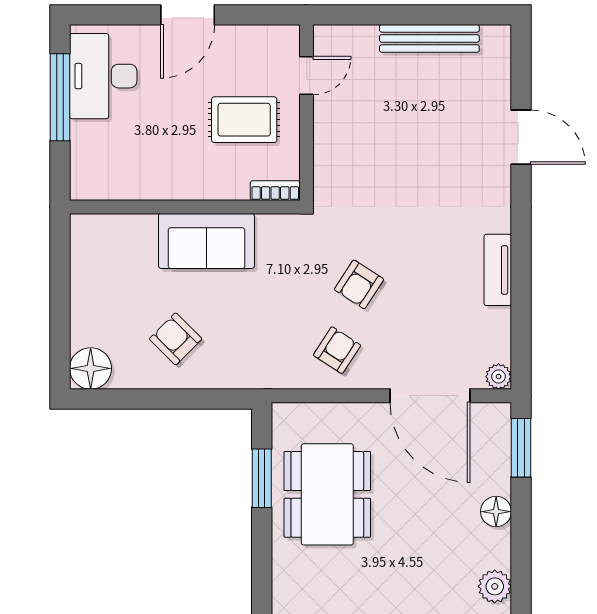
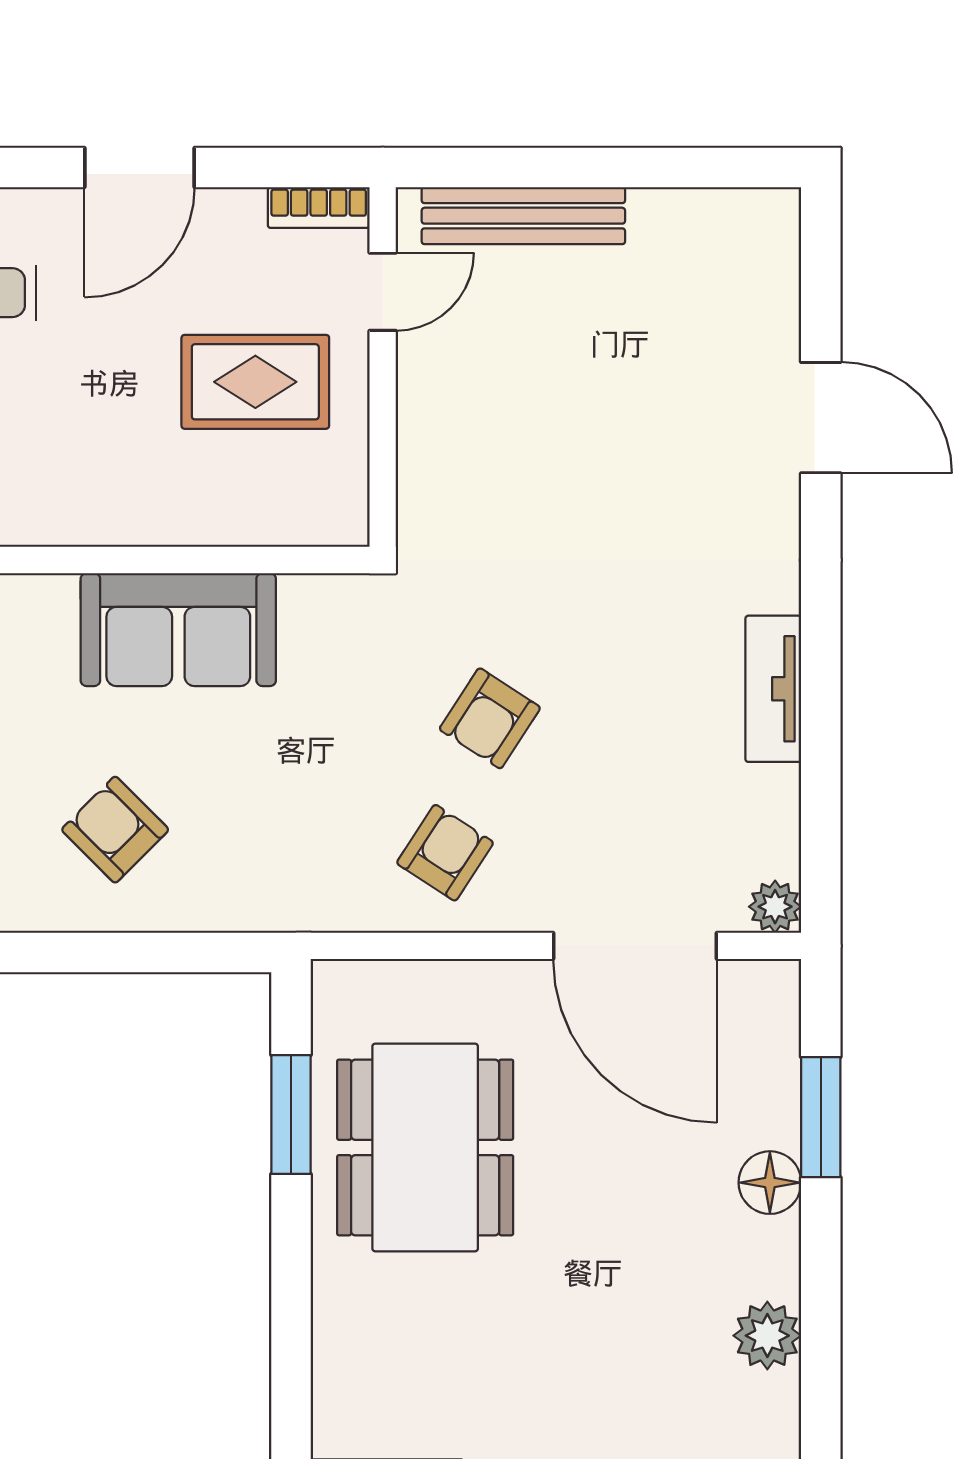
bench: (429, 38) -> (523, 216), moved
bookcase: (275, 191) -> (319, 208), moved, turned 180
window: (521, 448) -> (821, 1117), moved

